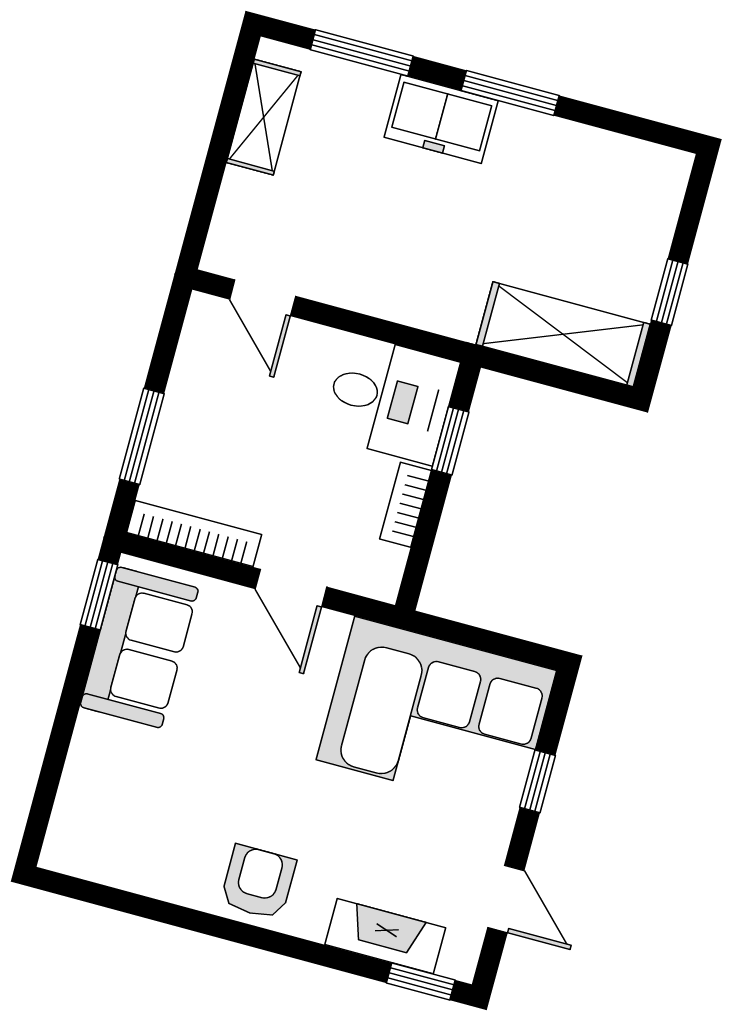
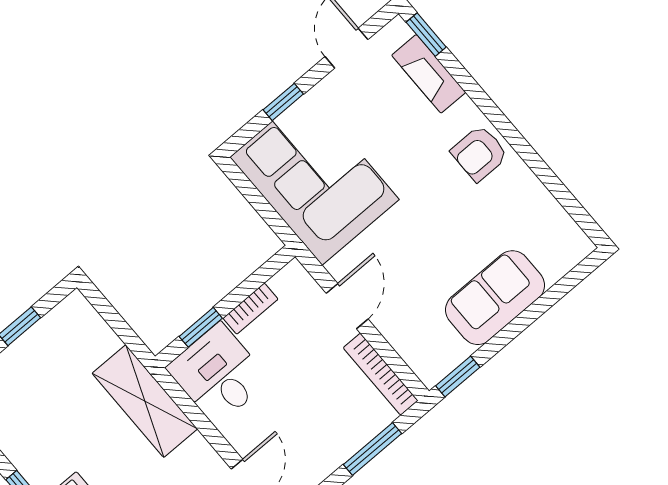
shelving: (563, 334) -> (145, 401), moved
sofa: (139, 647) -> (495, 298), moved

